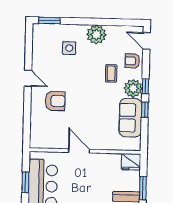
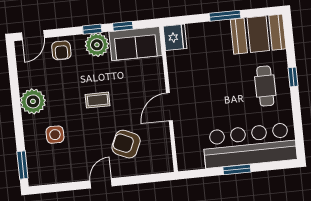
coffee table: (111, 73) -> (98, 100), moved
armchair: (55, 101) -> (126, 144), turned -66
door: (79, 151) -> (169, 107), moved
wall: (85, 151) -> (169, 99), moved
fridge: (131, 162) -> (175, 37), moved

